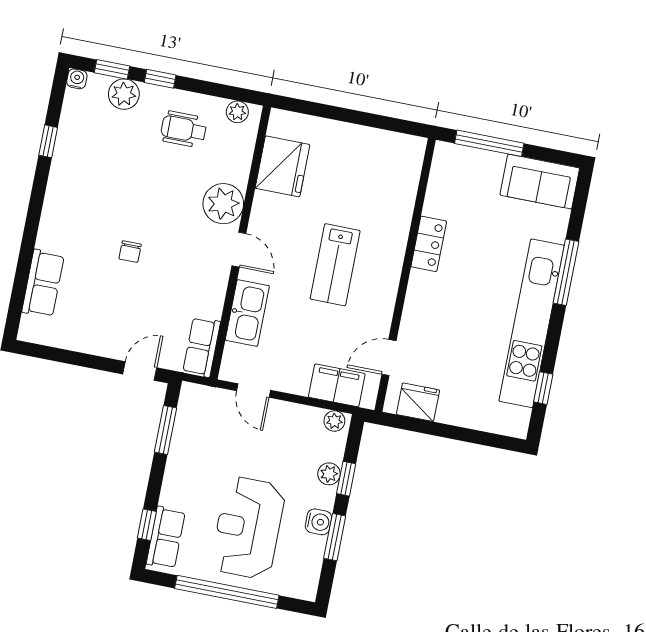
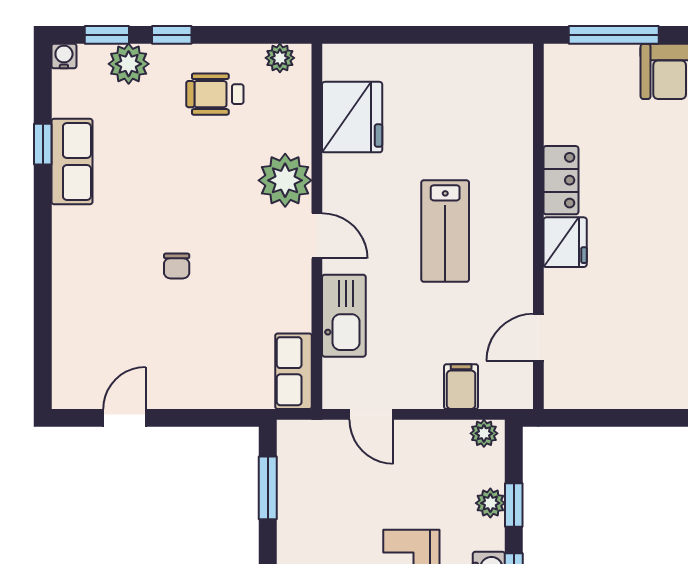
row of seats: (43, 283) -> (72, 162), moved
door: (140, 371) -> (124, 418), moved
filing cabinet: (337, 385) -> (461, 387), width x0.50
fridge: (418, 402) -> (565, 242), moved, turned 90

